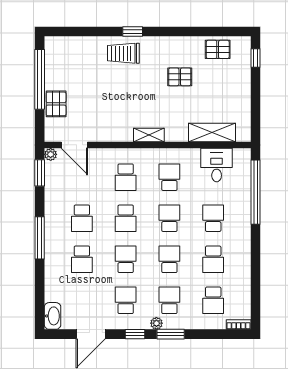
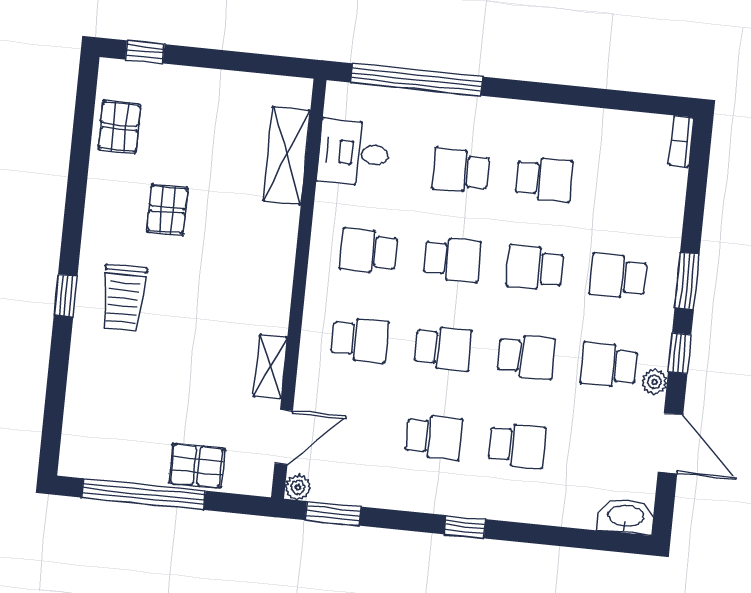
trolley: (123, 53) -> (123, 298), moved
shelving: (149, 135) -> (270, 367), moved
school desk: (169, 218) -> (452, 259), turned 180
window: (40, 238) -> (465, 527), width x0.46
school desk: (126, 259) -> (526, 357), turned 180
school desk: (213, 300) -> (627, 188), removed
plant: (156, 323) -> (654, 382), moved

